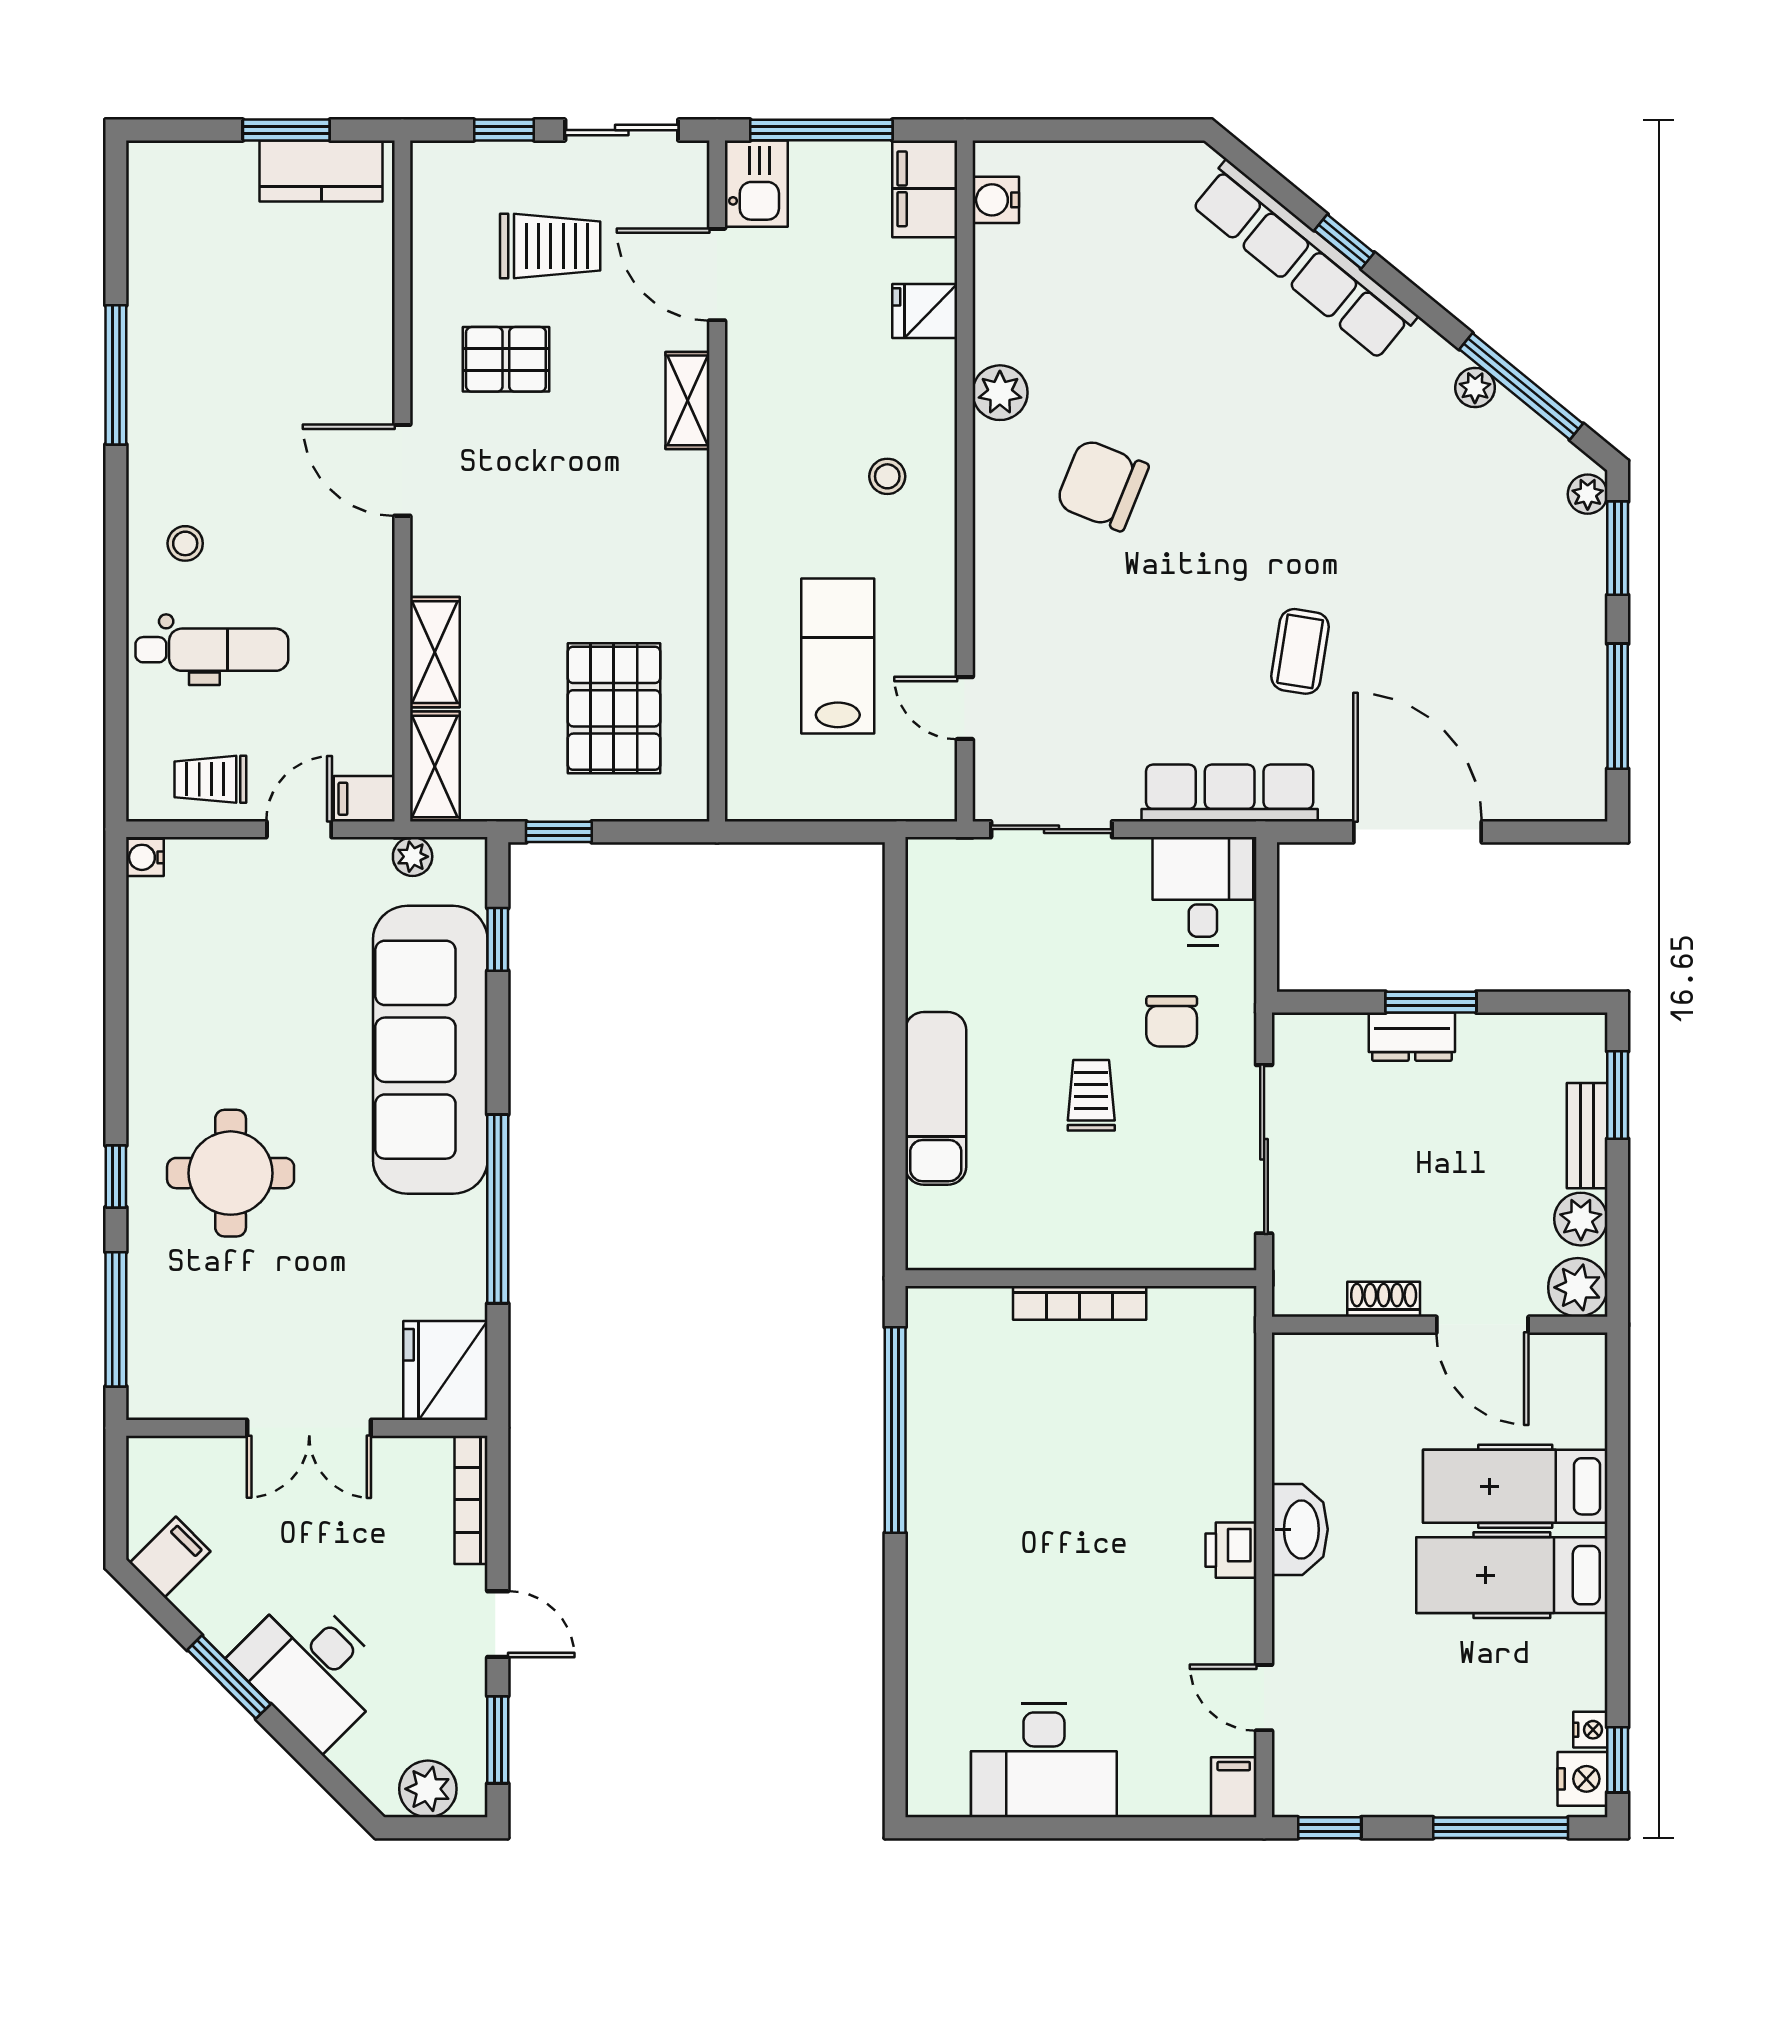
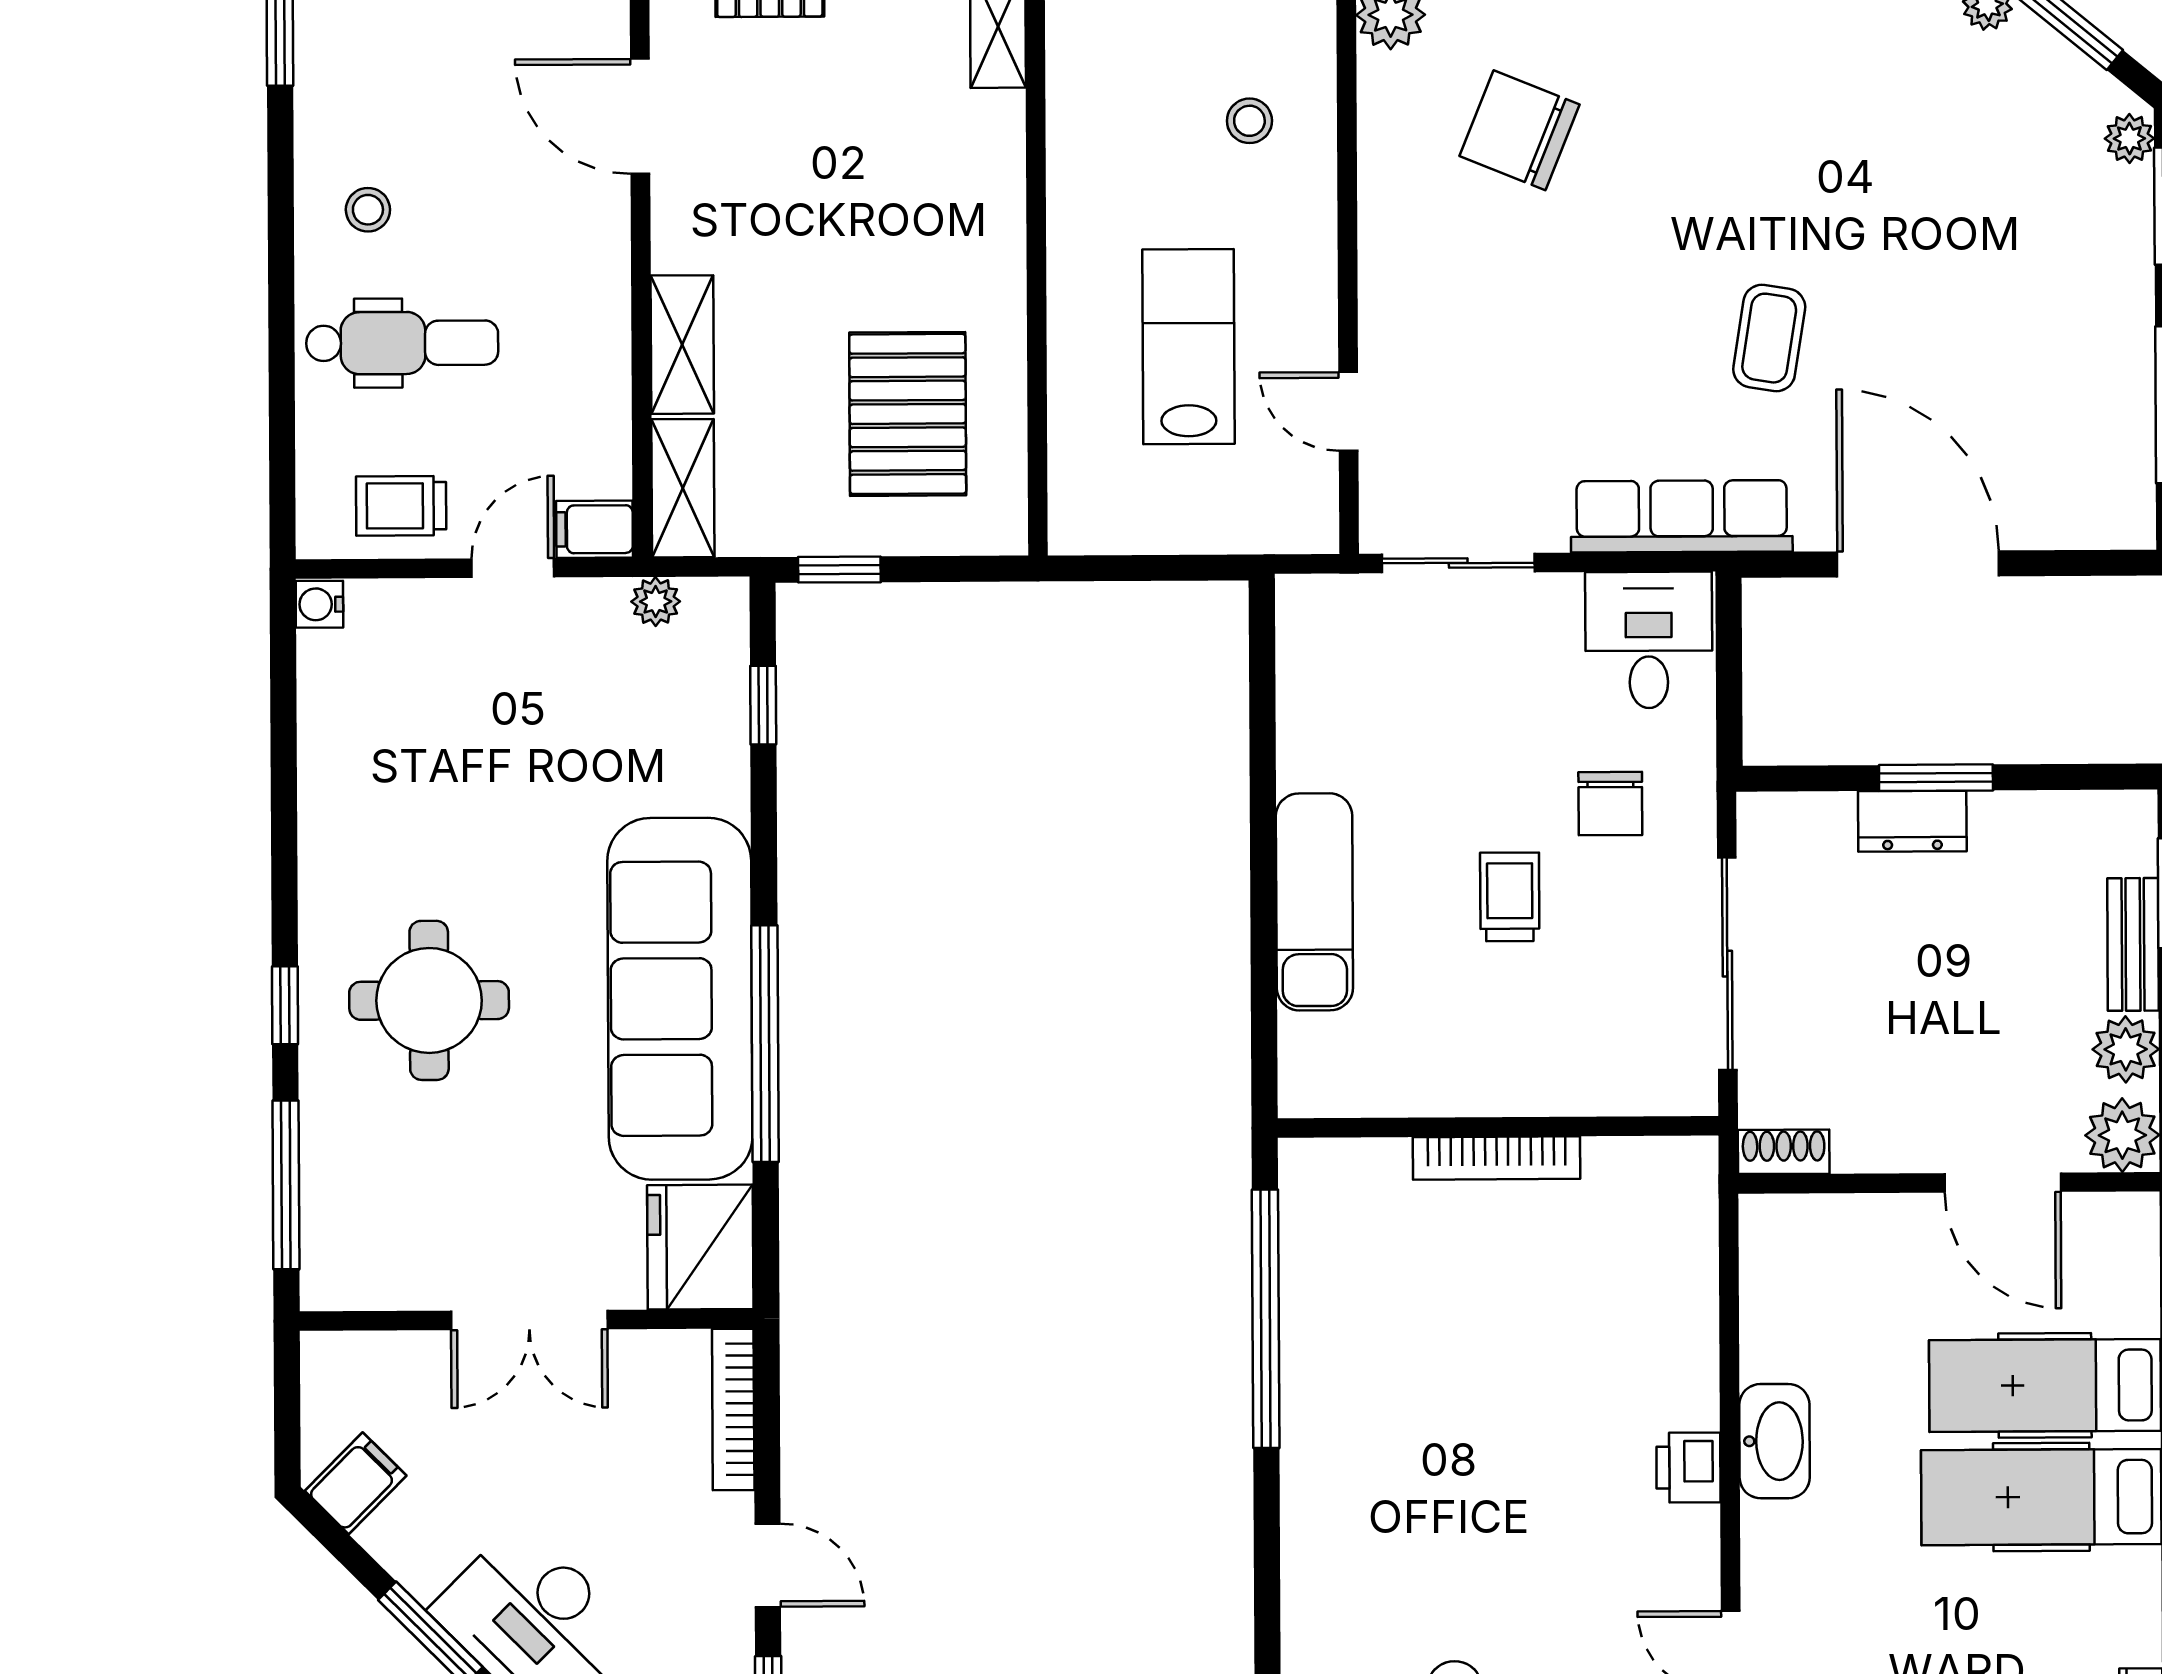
sofa: (430, 1050) -> (680, 999), moved
shoe rack: (1384, 1299) -> (1784, 1152), moved

